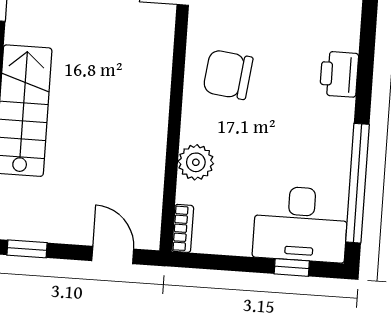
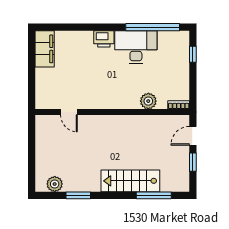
chair: (228, 75) -> (108, 89), removed
desk: (301, 224) -> (136, 47), moved, turned -90
window: (27, 249) -> (193, 162), moved

